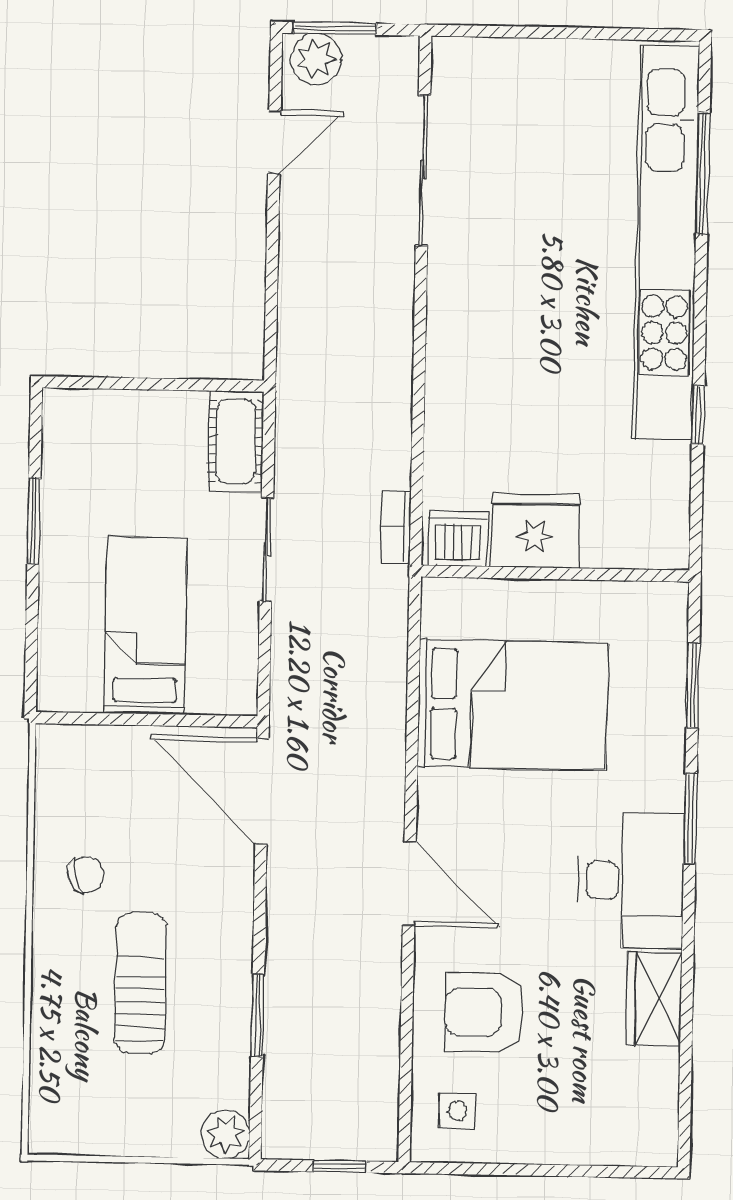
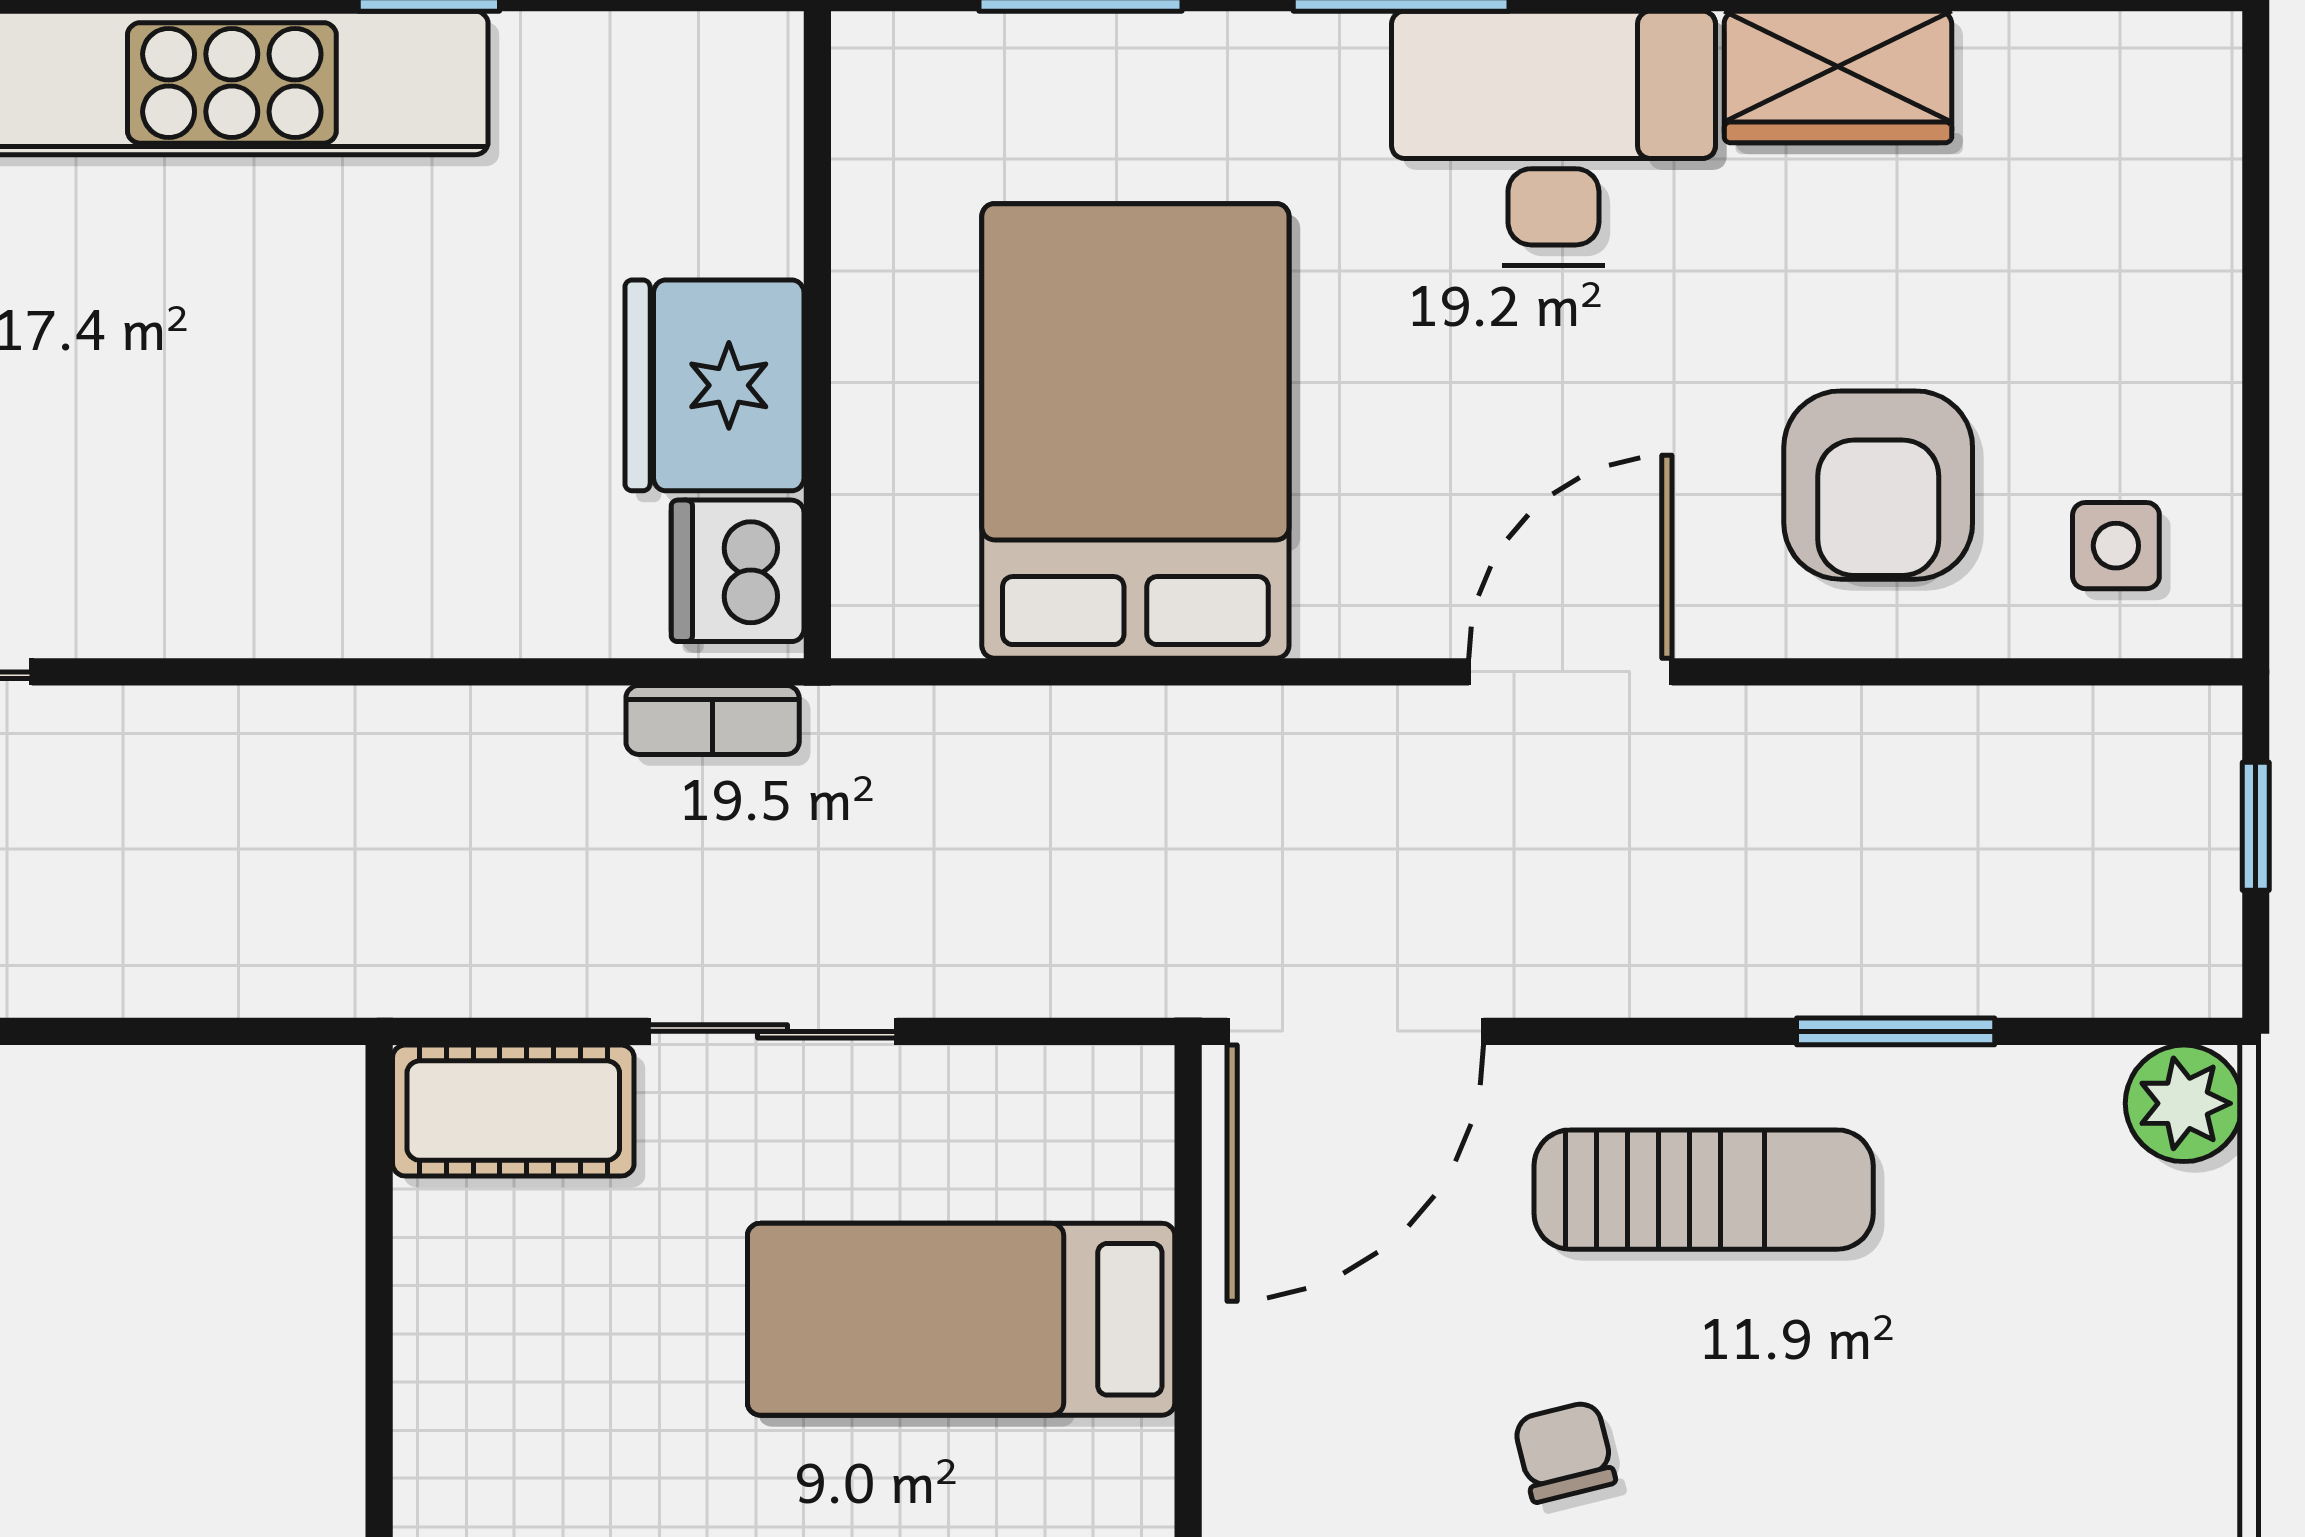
sun lounger: (140, 983) -> (1704, 1190), moved, turned 180

